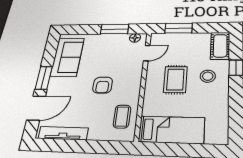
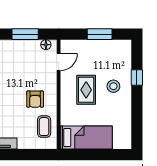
window: (179, 28) -> (100, 34), moved
cot: (220, 46) -> (123, 54), removed
armchair: (103, 85) -> (35, 99), moved

